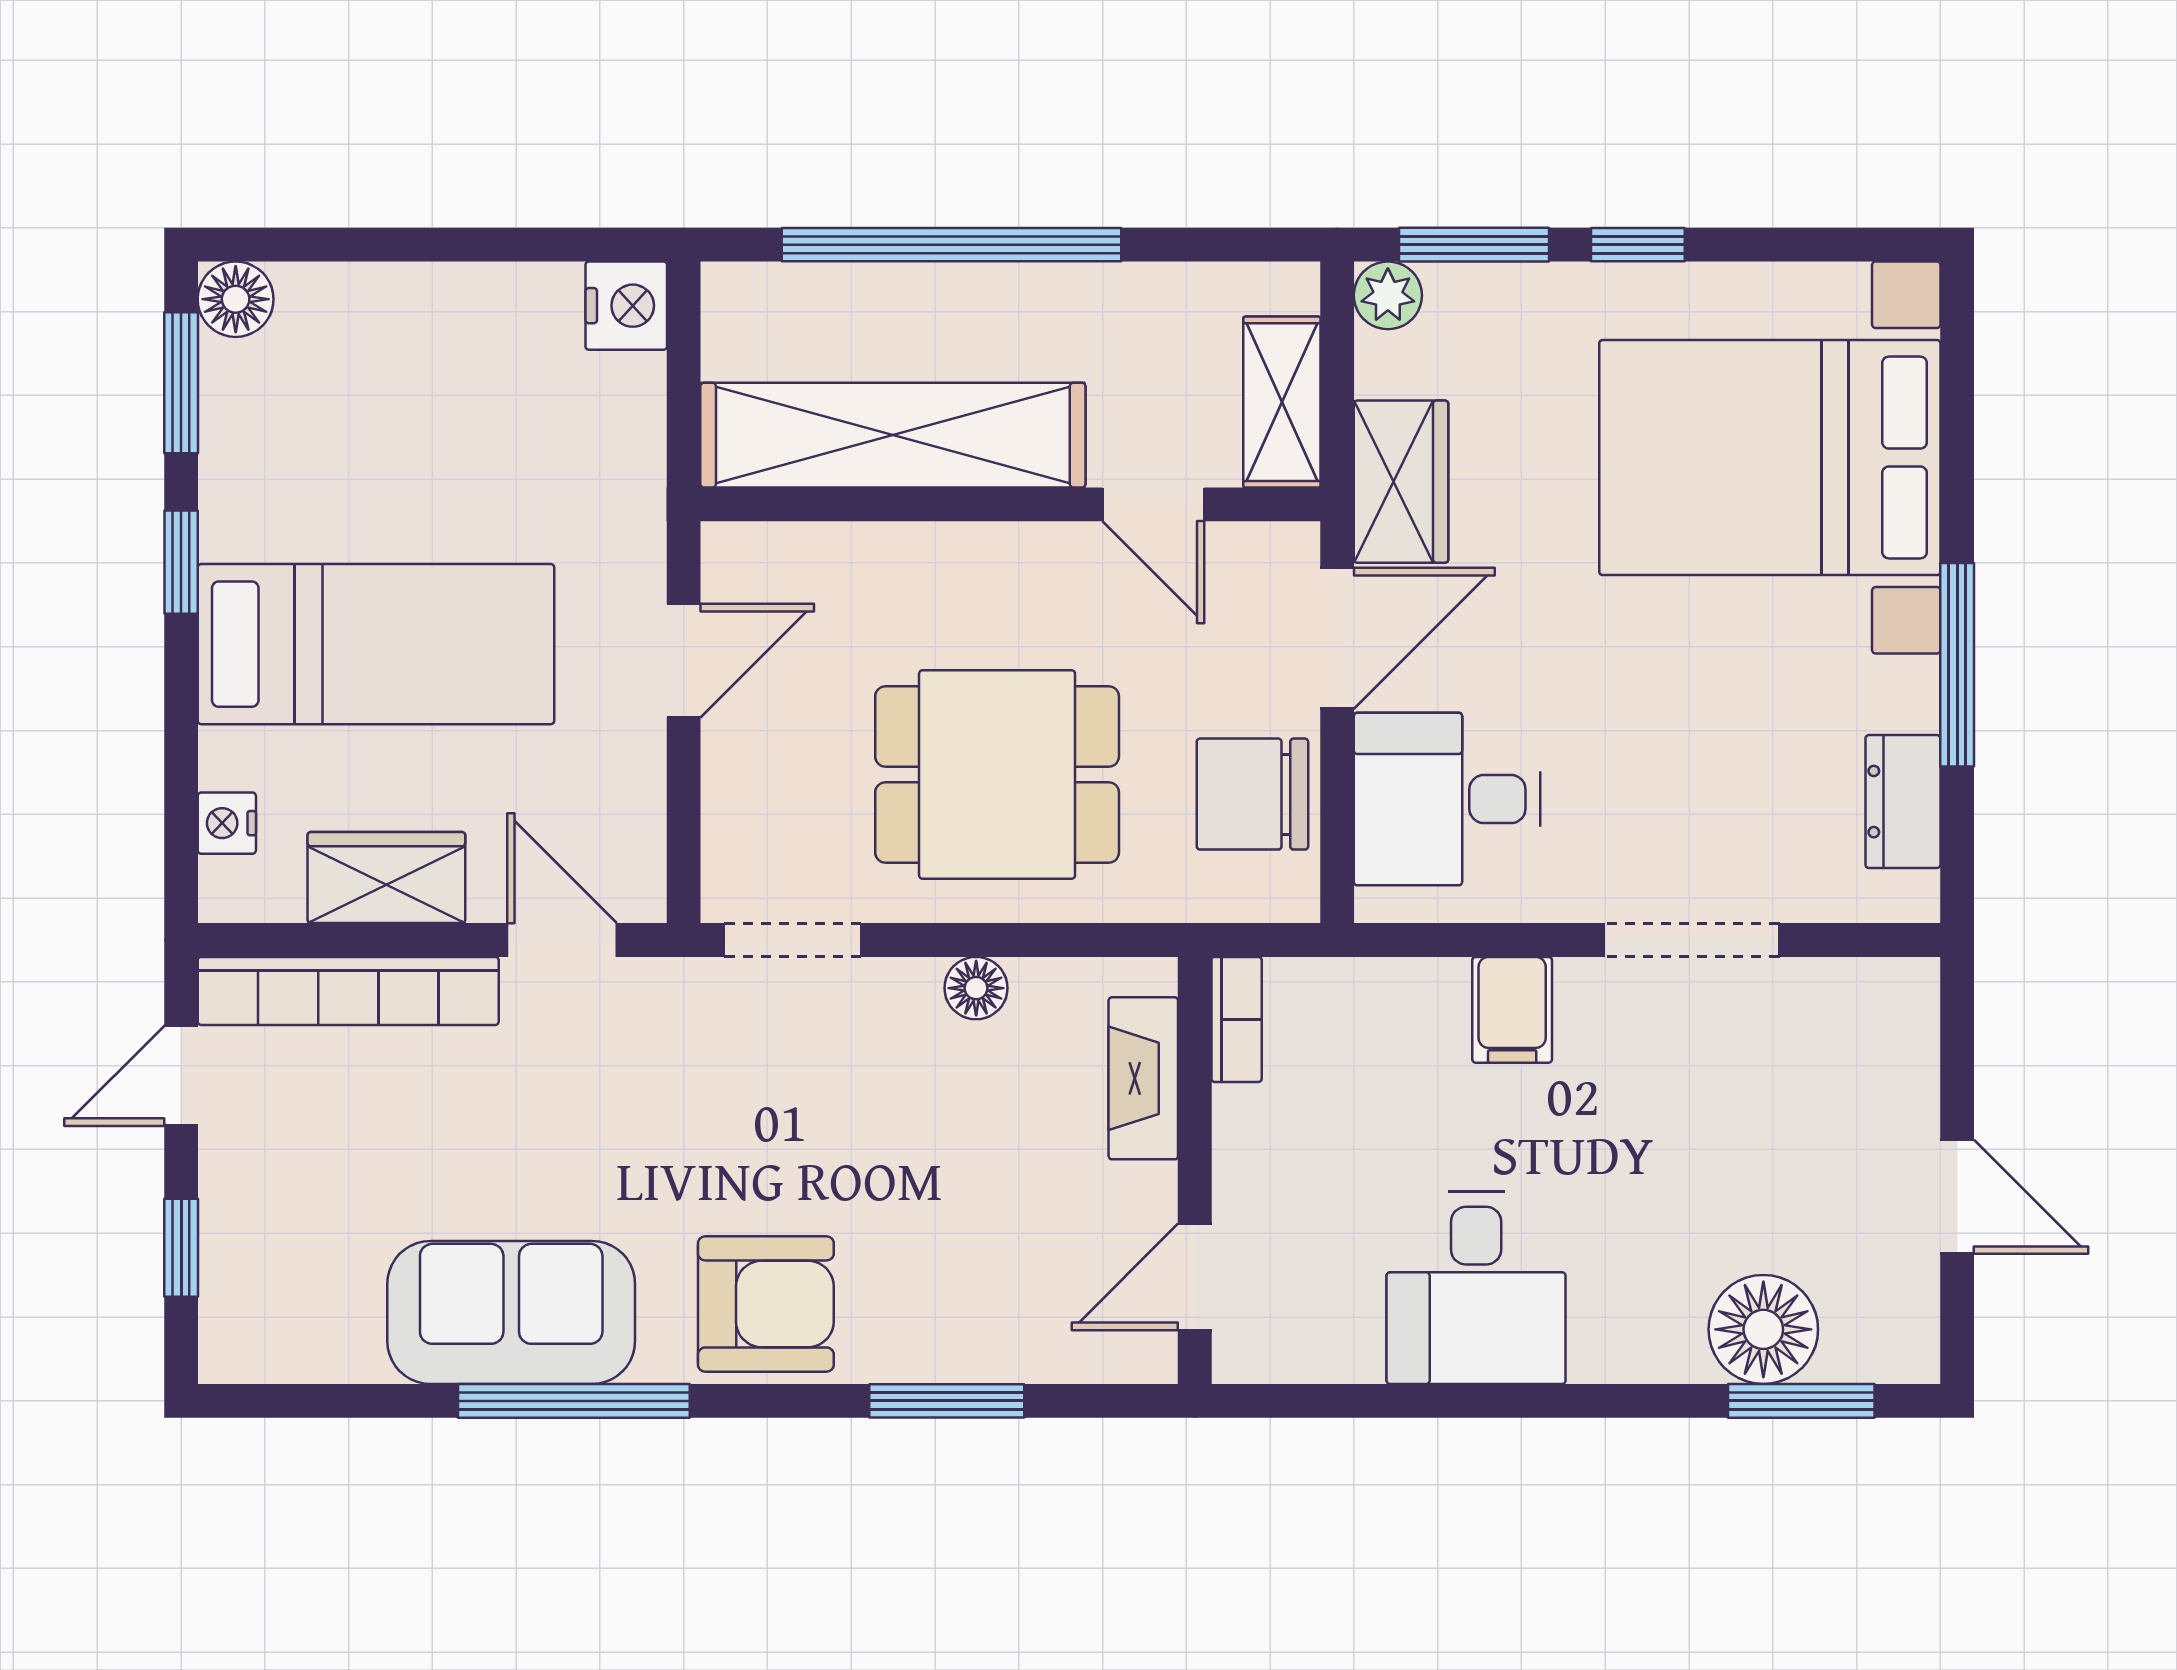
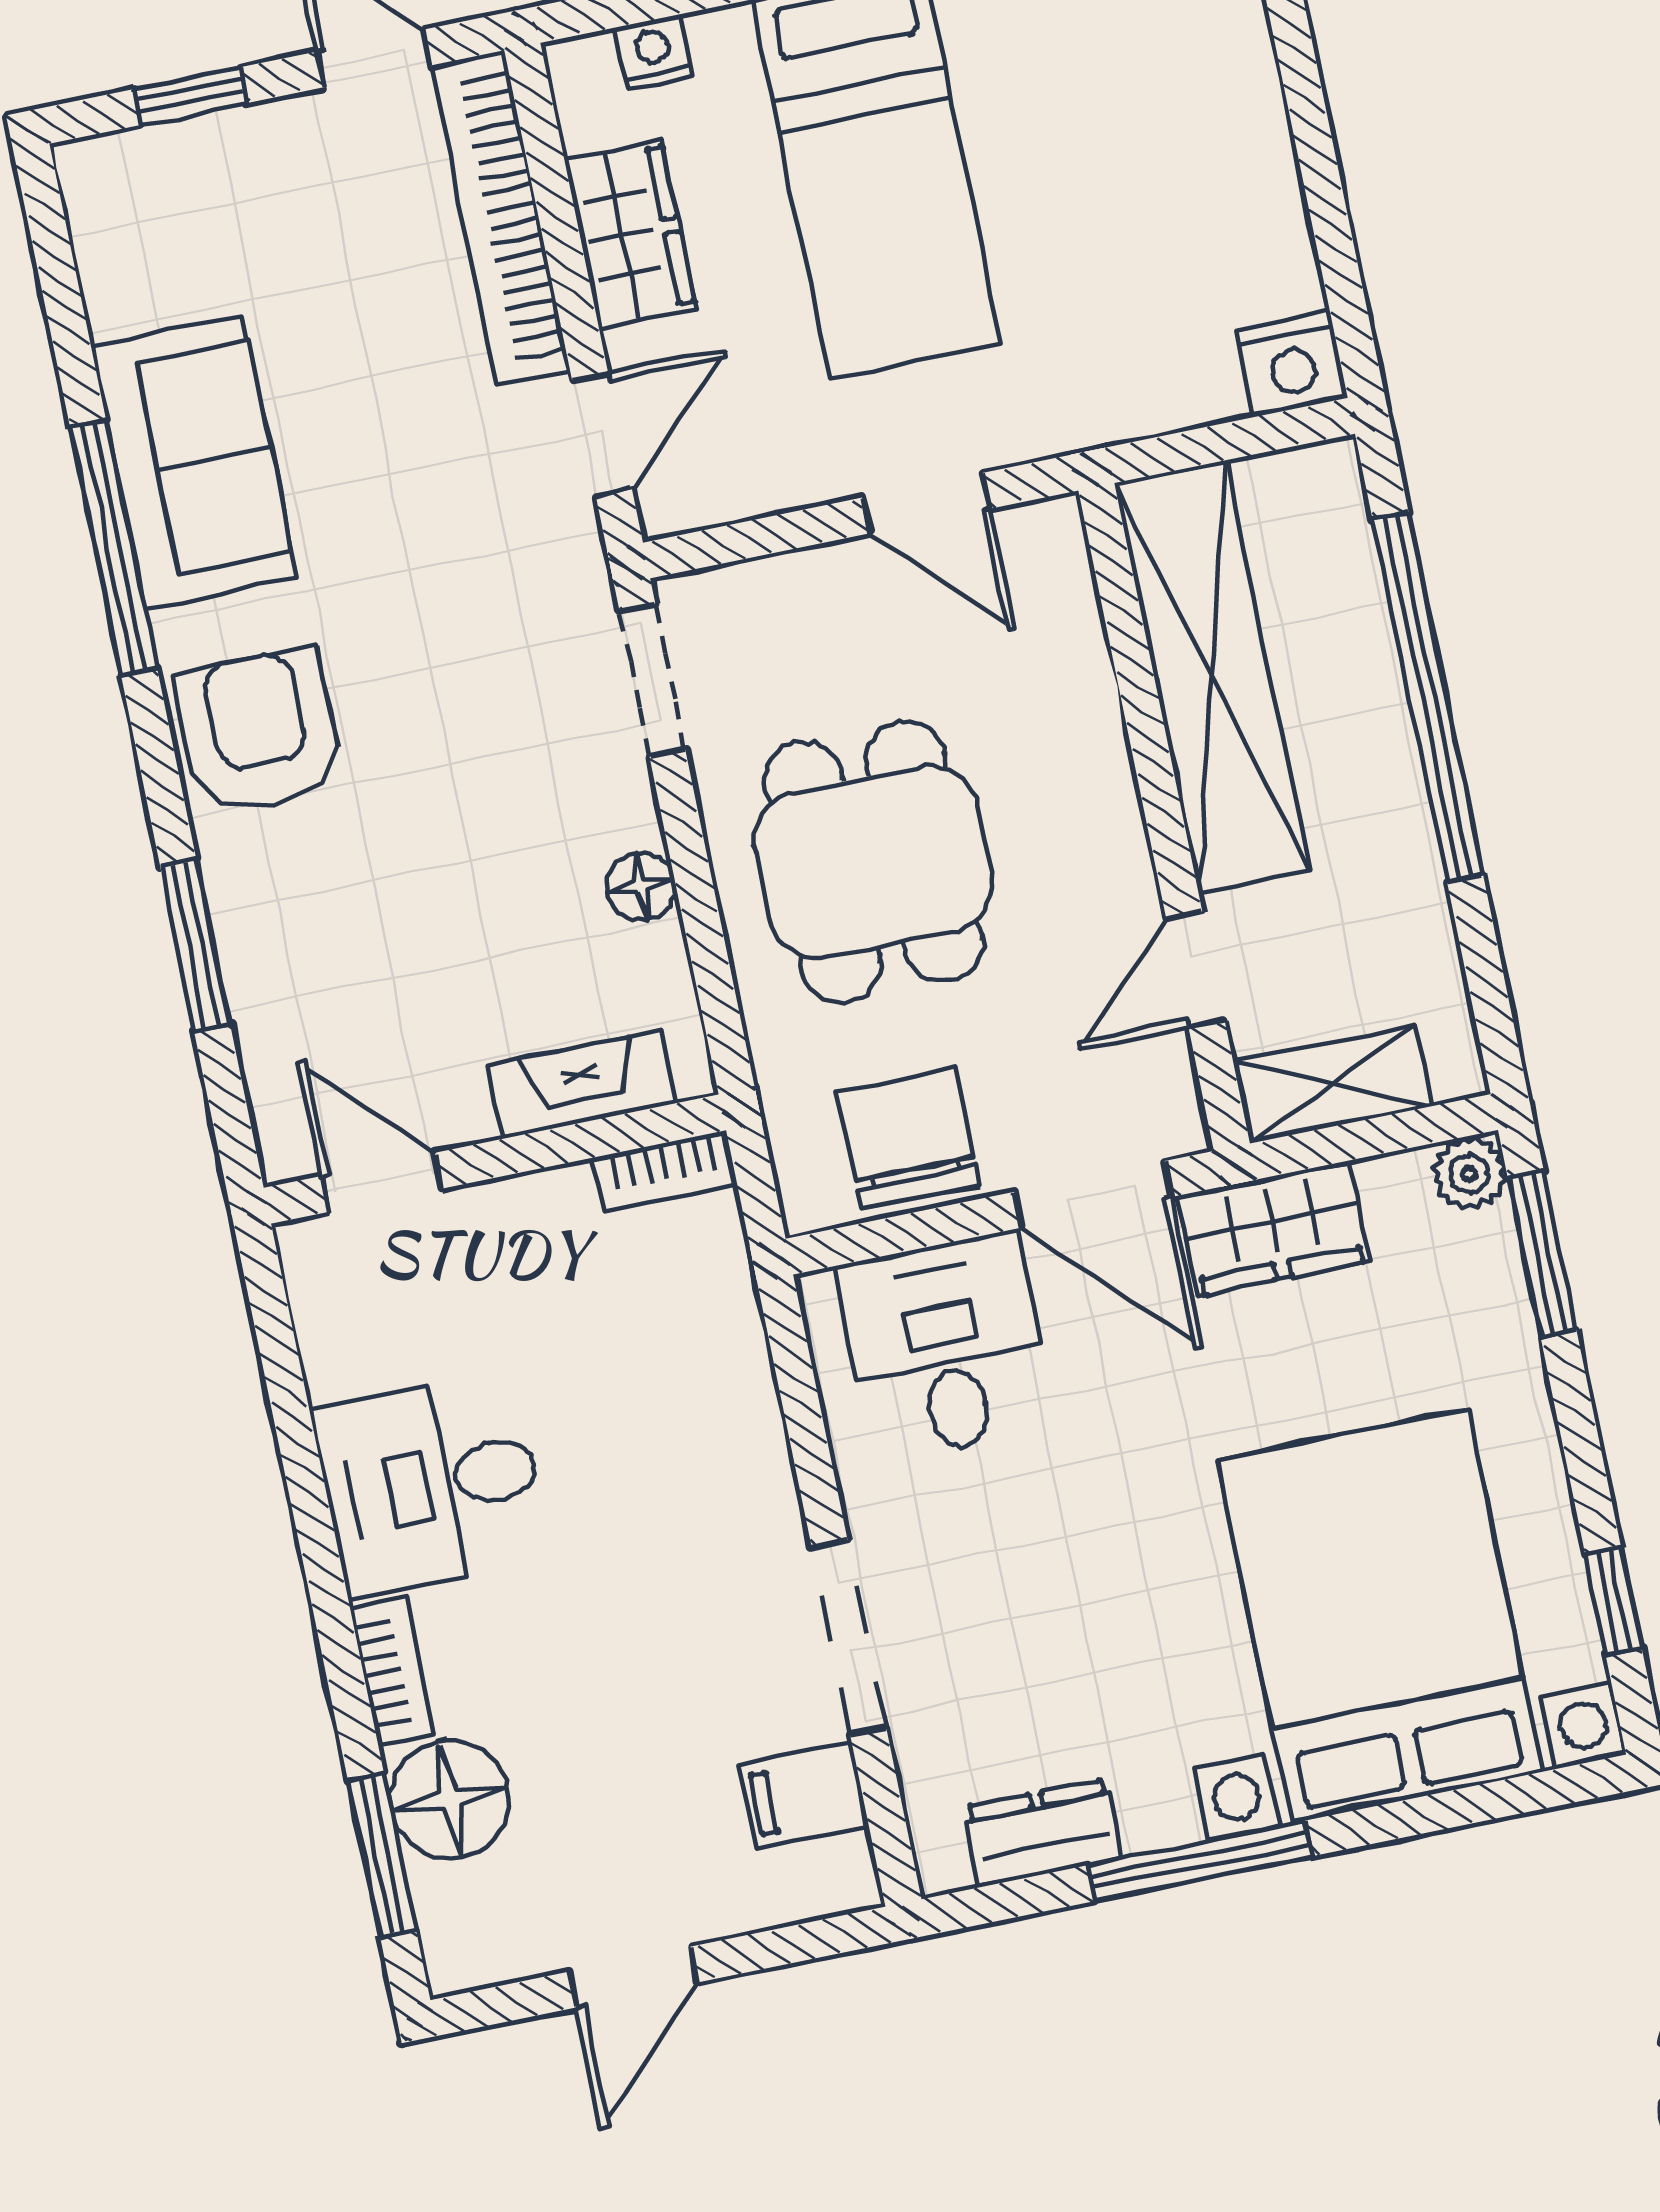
window: (1638, 245) -> (1613, 1601), moved
filing cabinet: (1512, 1010) -> (804, 1796), moved
armchair: (766, 1304) -> (259, 731), turned 180
bookcase: (1637, 1358) -> (392, 1671), added

